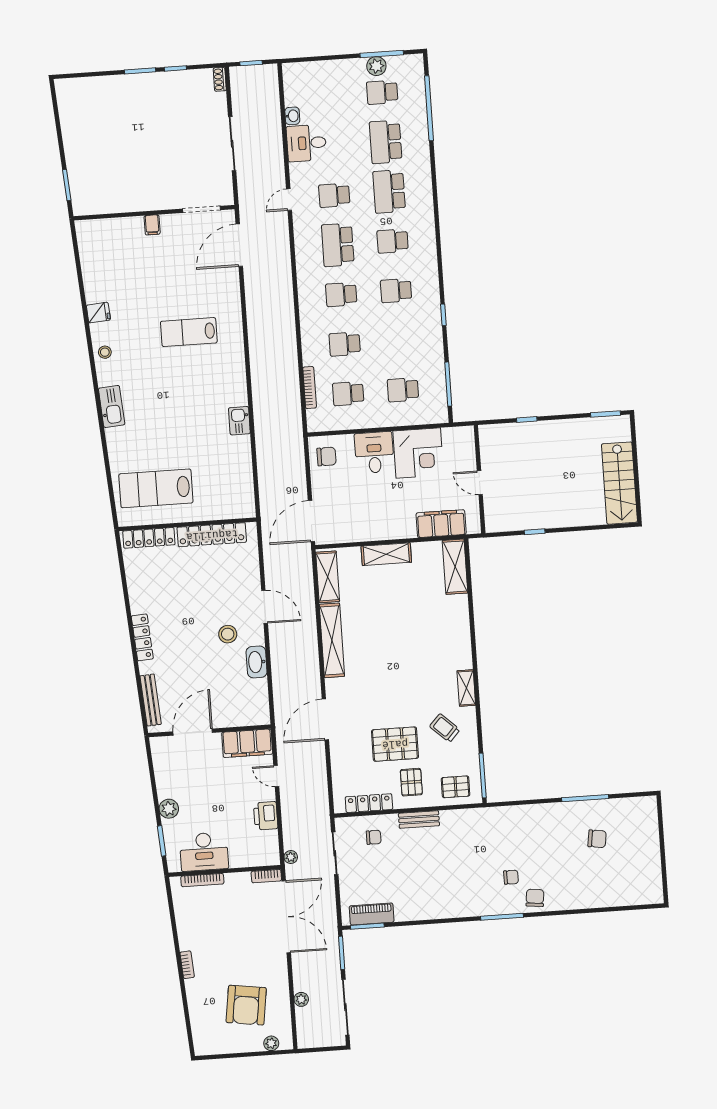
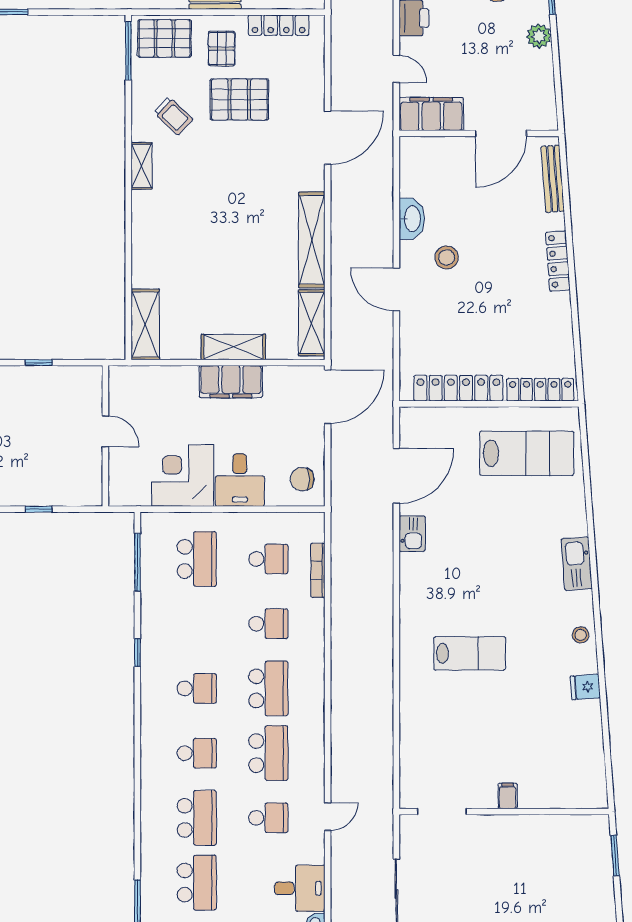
door: (239, 245) -> (396, 476), moved
school desk: (341, 294) -> (268, 688), width x1.85
school desk: (403, 390) -> (197, 559), width x1.85
filing cabinet: (441, 524) -> (231, 382), moved
pallet: (456, 787) -> (165, 38), width x1.50, depth x1.42

